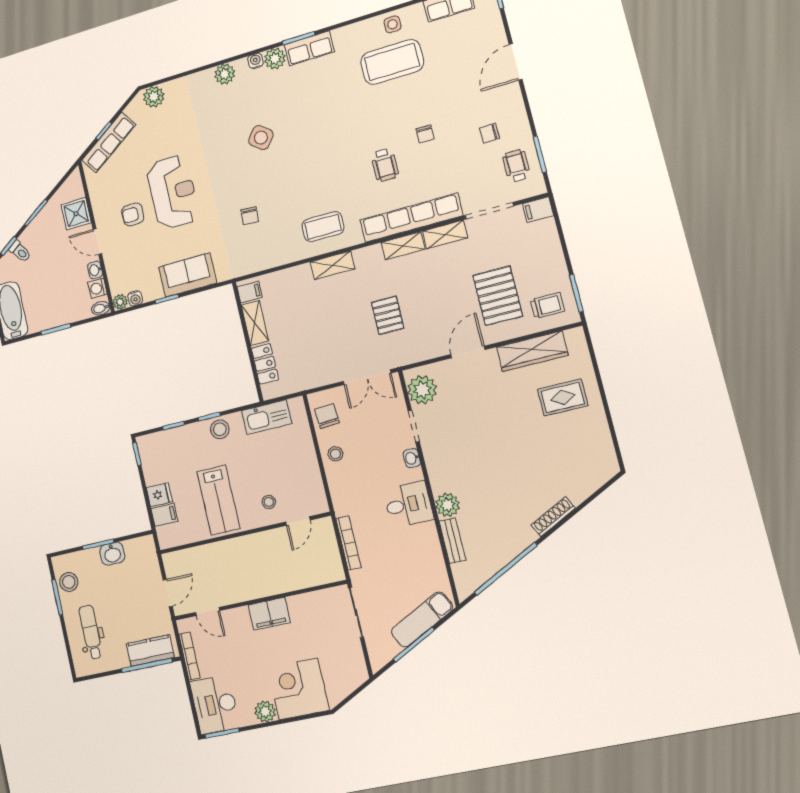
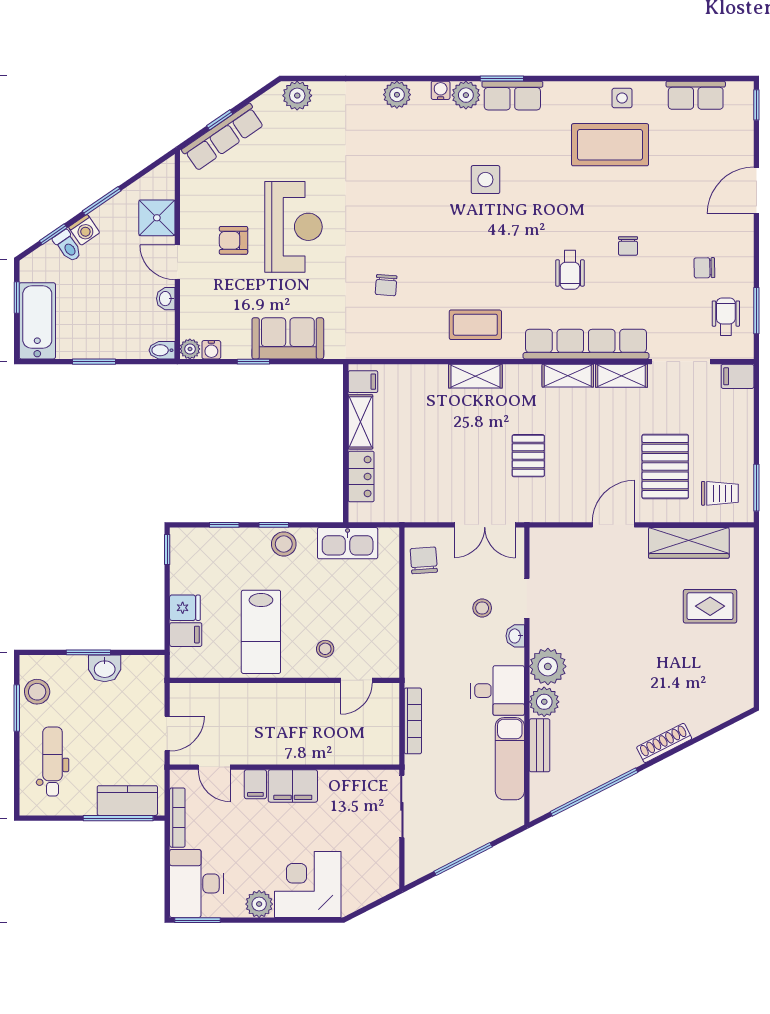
side table: (261, 138) -> (485, 180), moved, turned -38
washing machine: (97, 288) -> (84, 230), moved, turned -124
plant: (422, 390) -> (548, 666), moved
stool: (335, 454) -> (482, 608), moved
filing cabinet: (241, 618) -> (255, 784), added
exam couch: (422, 619) -> (510, 759), moved, turned -63

